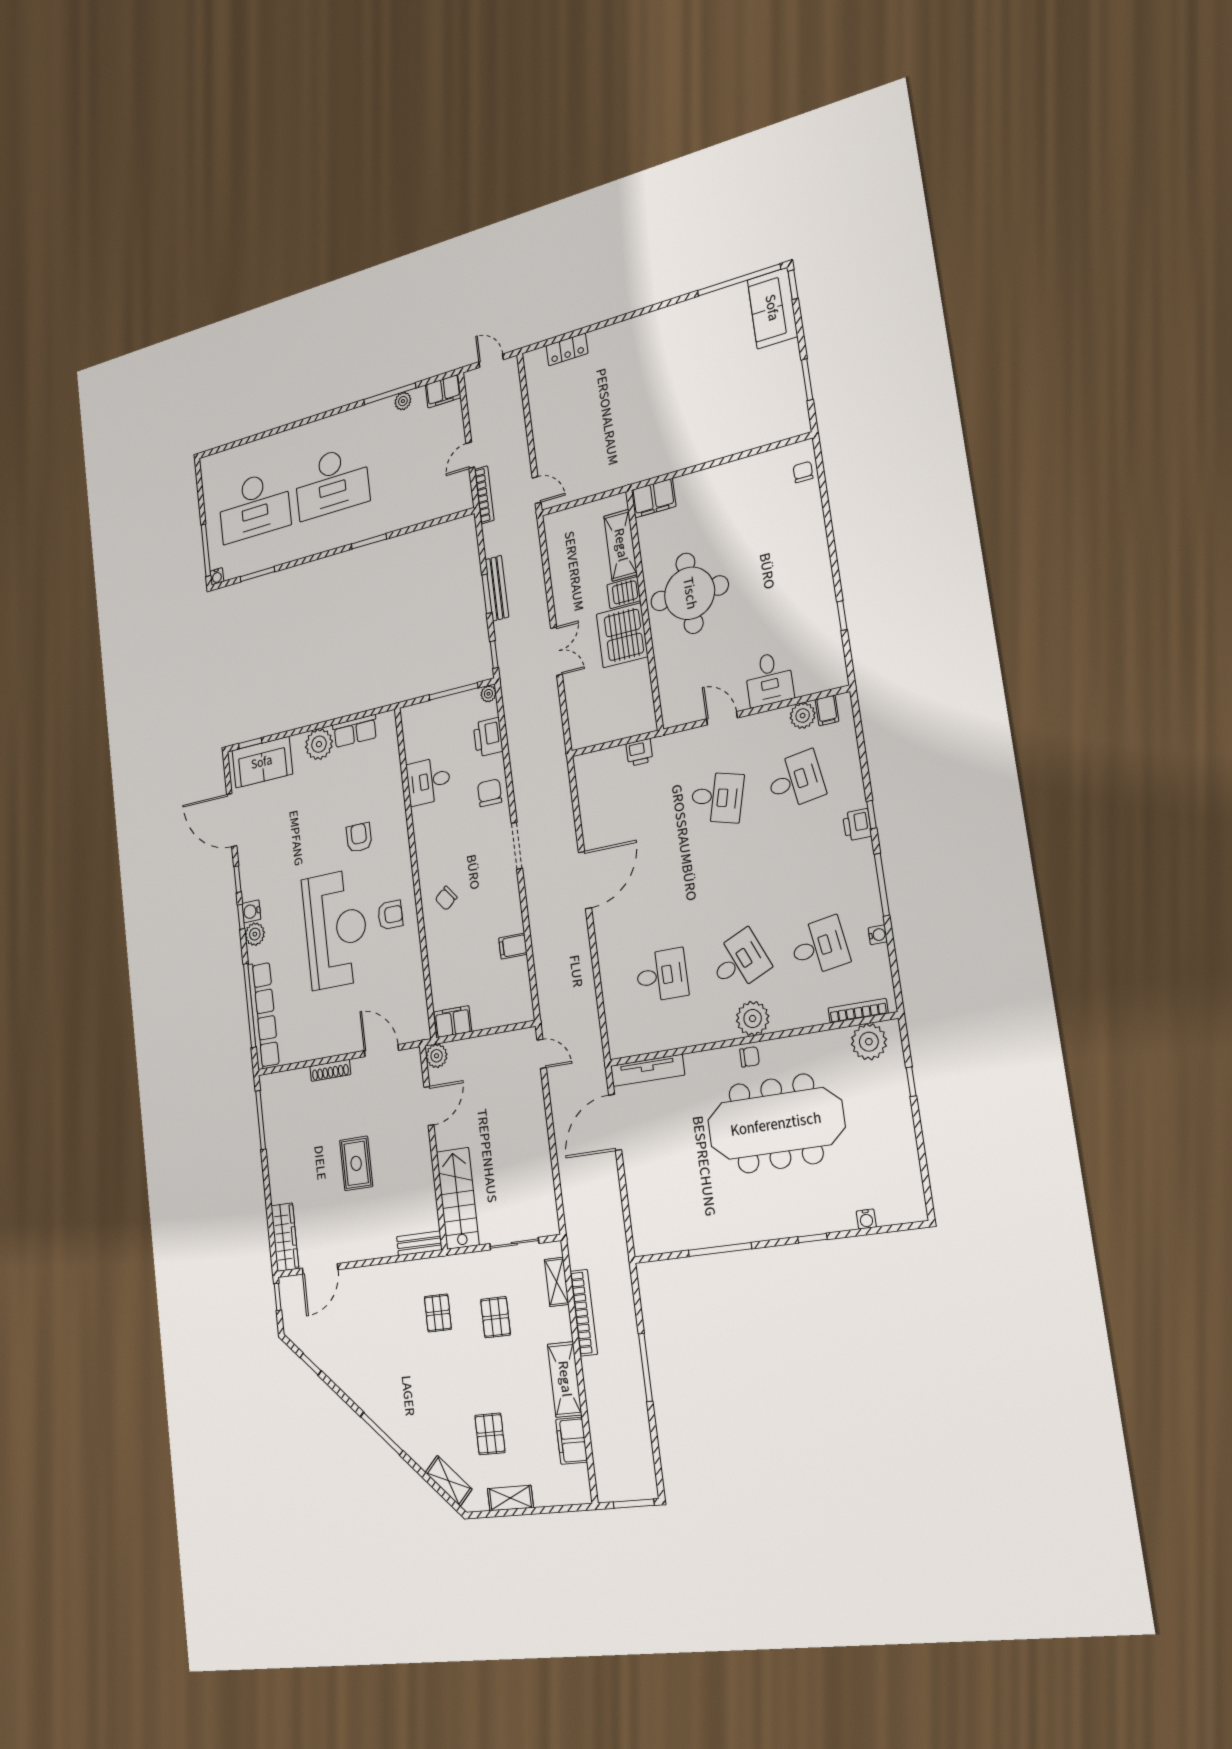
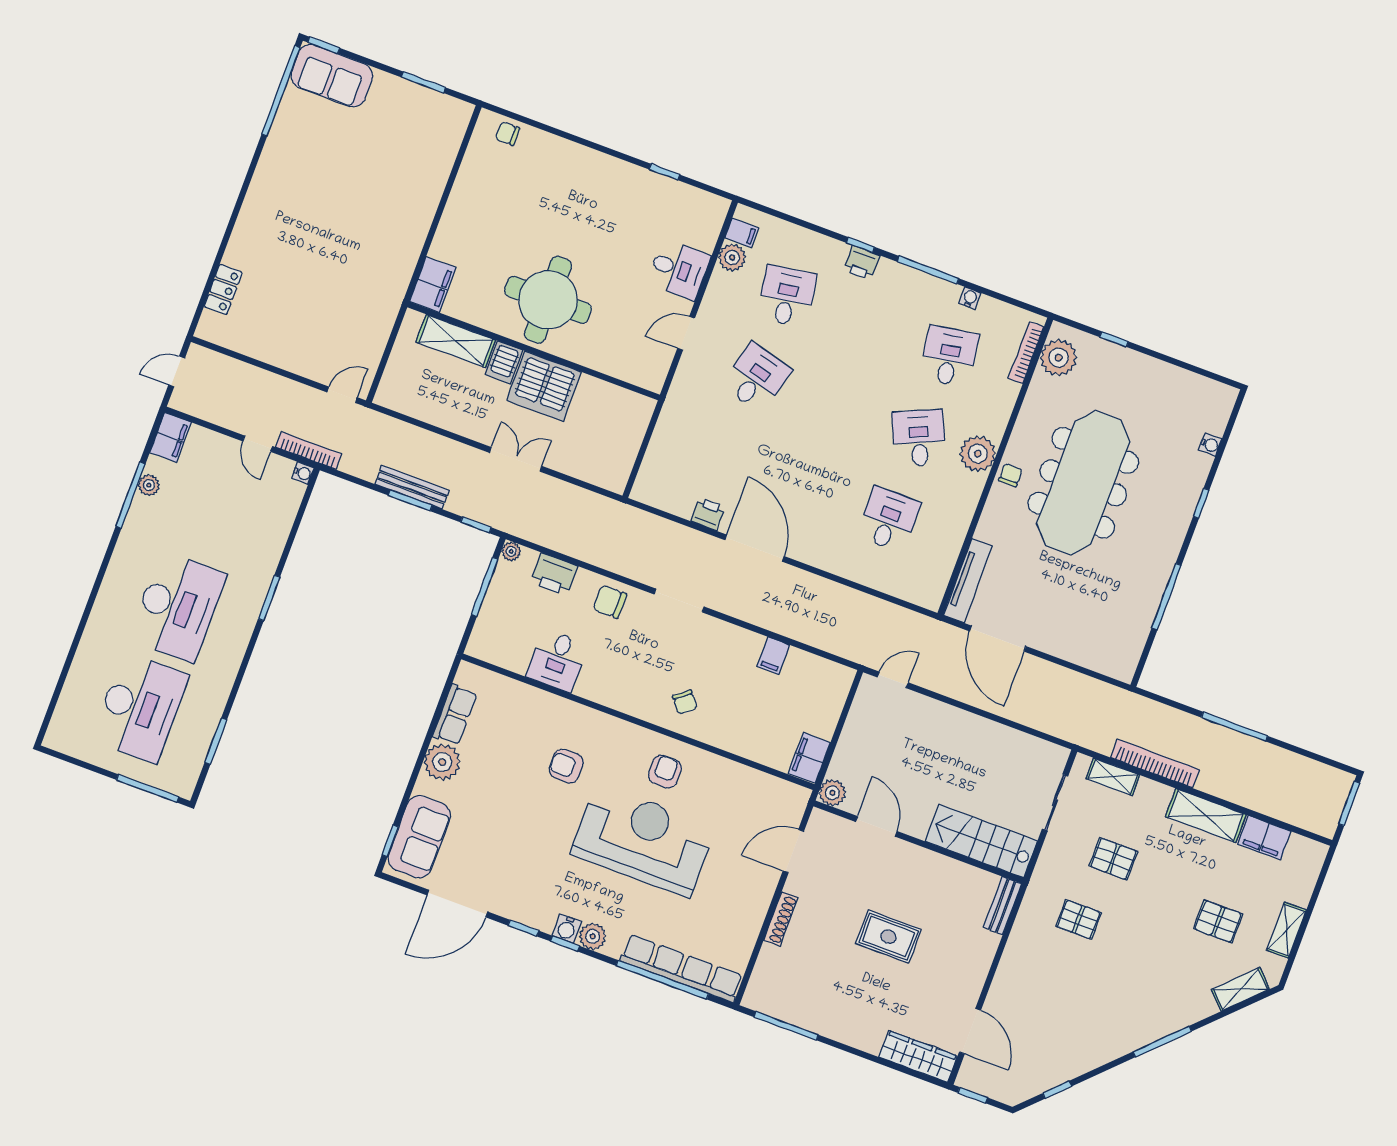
water cooler: (217, 576) -> (303, 473), moved
printer: (639, 752) -> (708, 514), moved, turned -90

